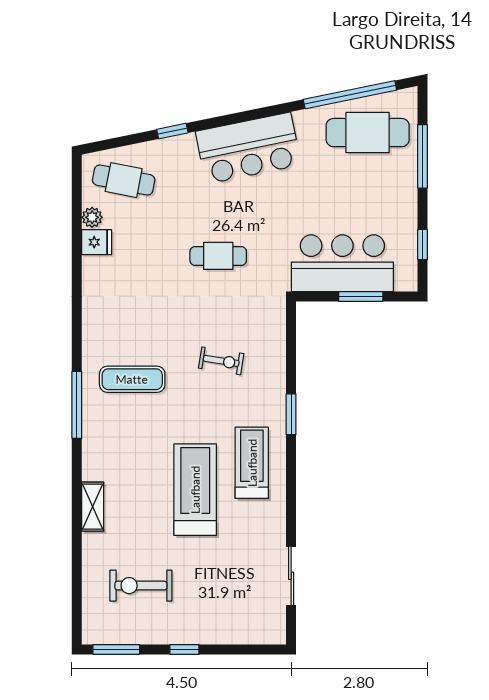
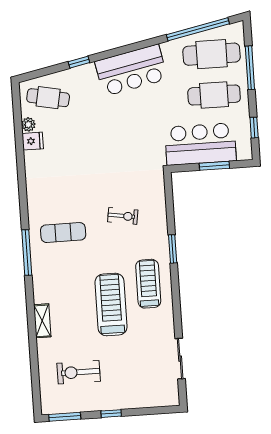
cafe table: (218, 256) -> (214, 95), moved, width x1.37, depth x1.35

